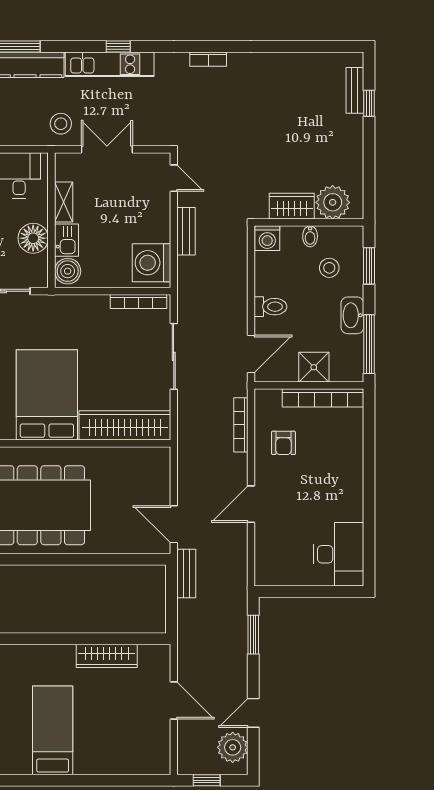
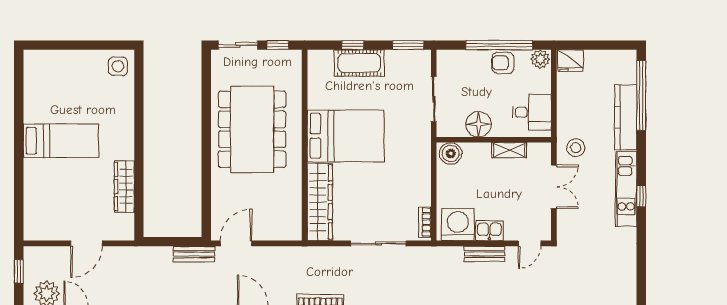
bookcase: (208, 59) -> (630, 273), removed
kitchen sink: (66, 240) -> (489, 231), moved, turned 180
bookcase: (138, 301) -> (425, 222), width x0.64

